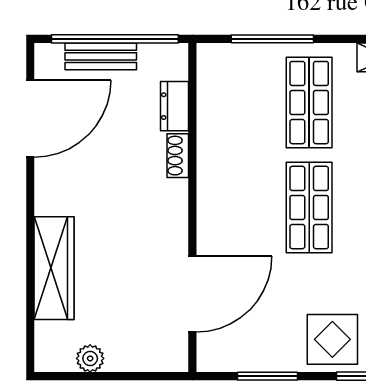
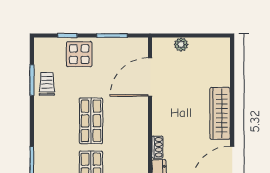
wardrobe: (54, 268) -> (220, 113), moved
plant: (90, 358) -> (181, 44), moved

